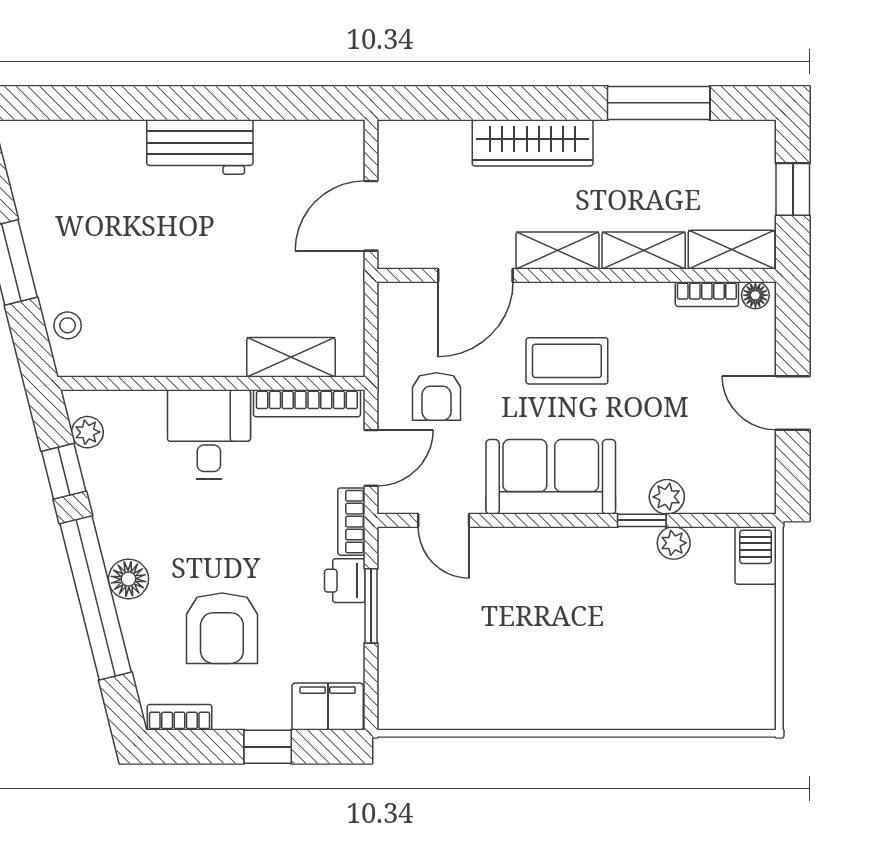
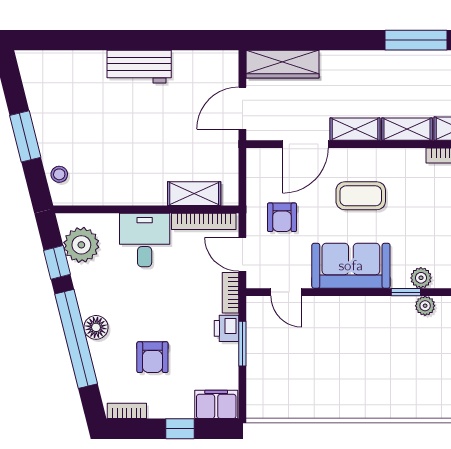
wardrobe: (533, 143) -> (283, 64), moved
plant: (87, 432) -> (81, 245), width x1.87, depth x1.87
door: (371, 458) -> (242, 254), swing flipped
armchair: (222, 628) -> (152, 357), width x0.72, depth x0.72

